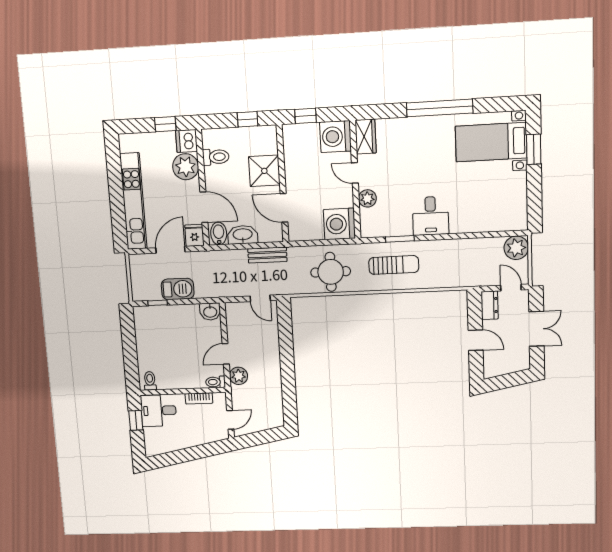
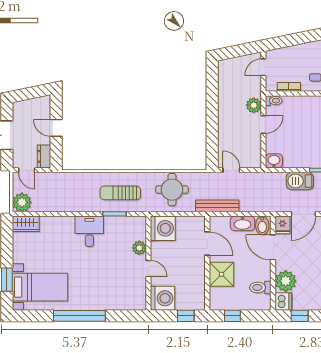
wardrobe: (366, 137) -> (26, 224), moved, turned -90
bench: (267, 255) -> (217, 206), width x1.36

